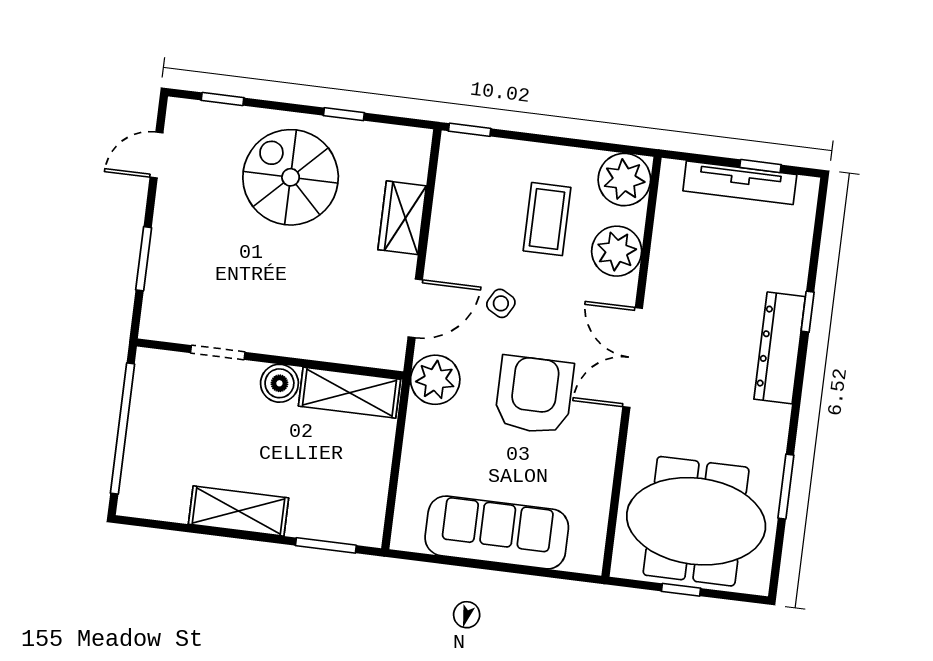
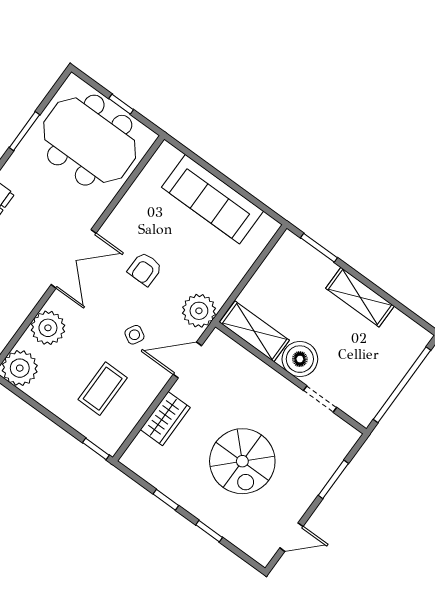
window: (223, 99) -> (209, 531), moved
spiral stairs: (291, 177) -> (242, 461), moved
coffee table: (547, 219) -> (103, 389), moved
boiler: (279, 383) -> (300, 359), width x1.37, depth x1.37
armchair: (534, 395) -> (145, 269), width x0.53, depth x0.53

